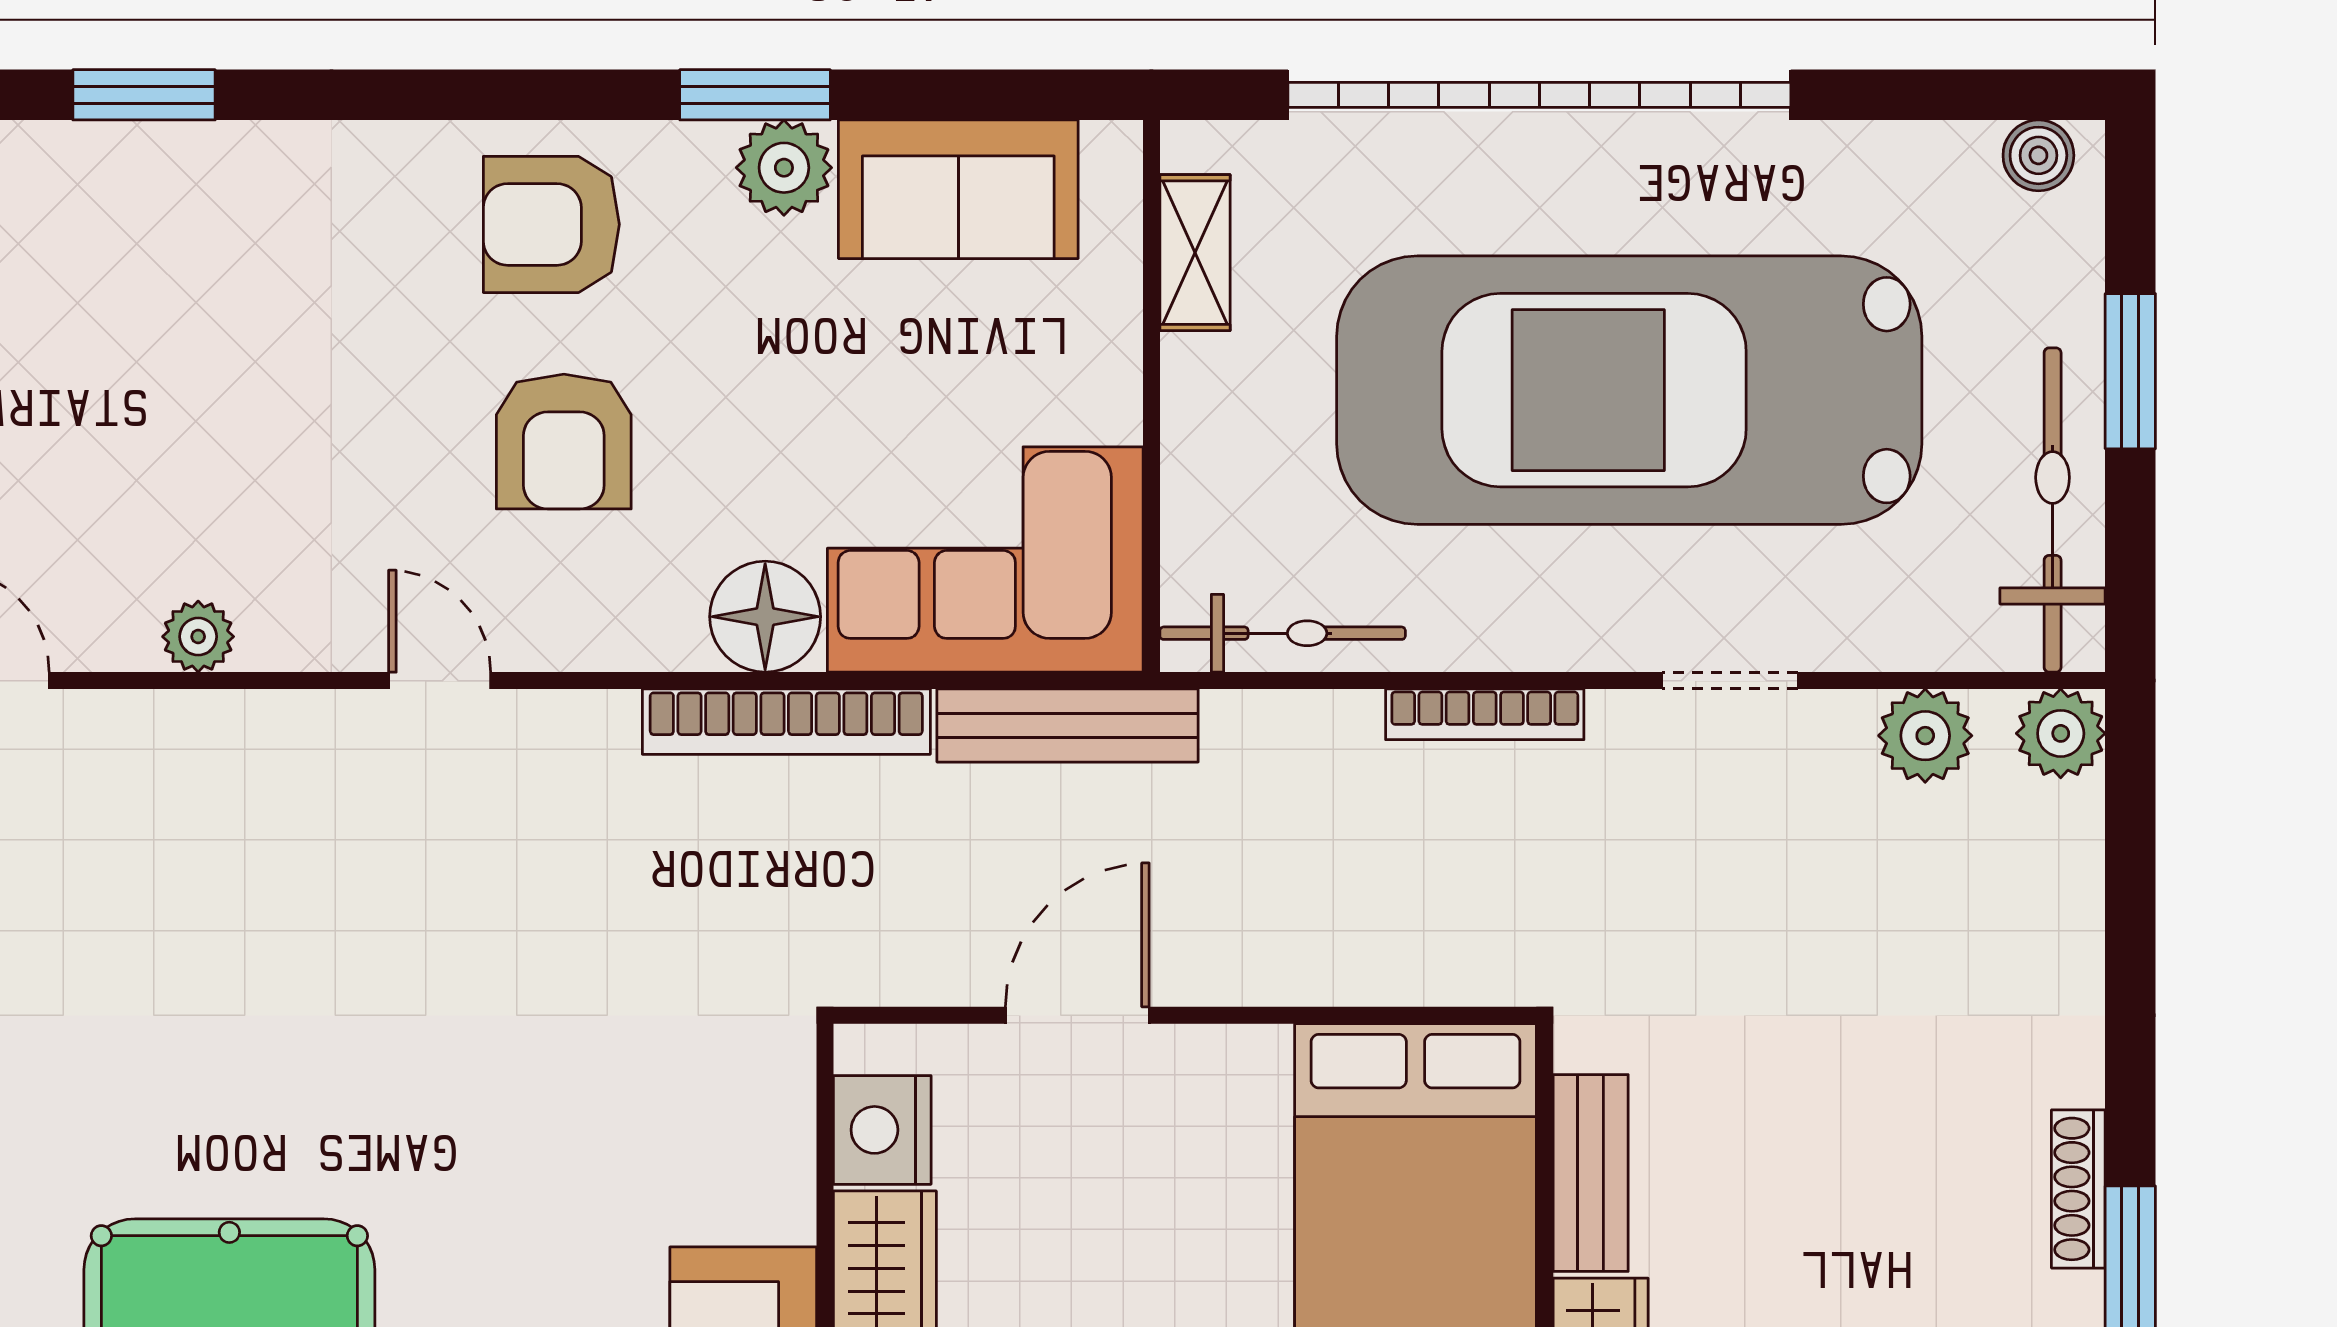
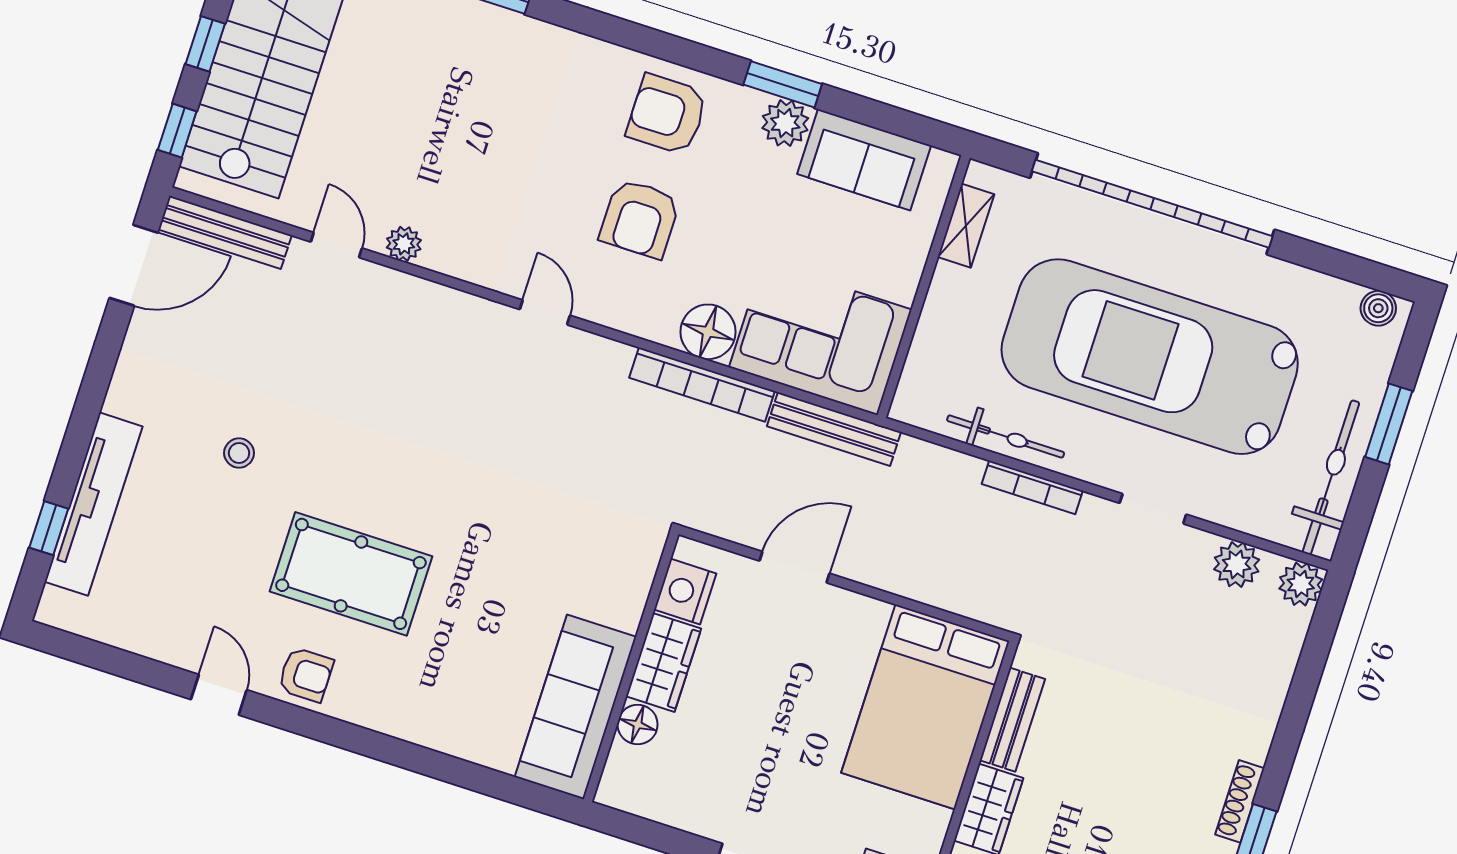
bicycle: (1283, 633) -> (1006, 437), moved
plant: (198, 637) -> (404, 244), moved

